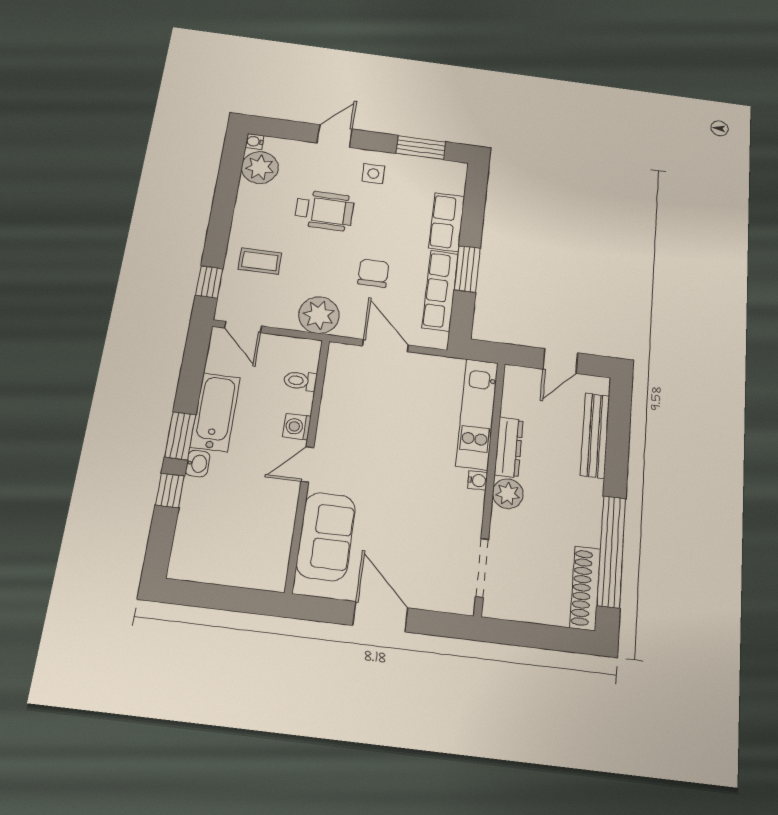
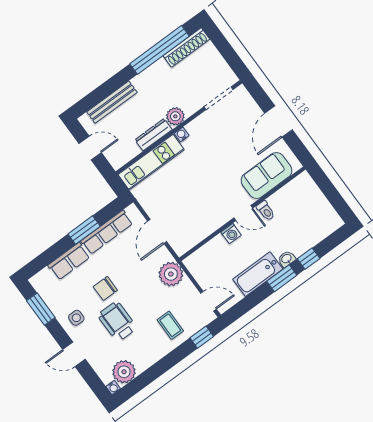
chair: (373, 273) -> (105, 288), moved
door: (243, 327) -> (208, 301), hinge flipped
toilet: (300, 381) -> (266, 211), moved

